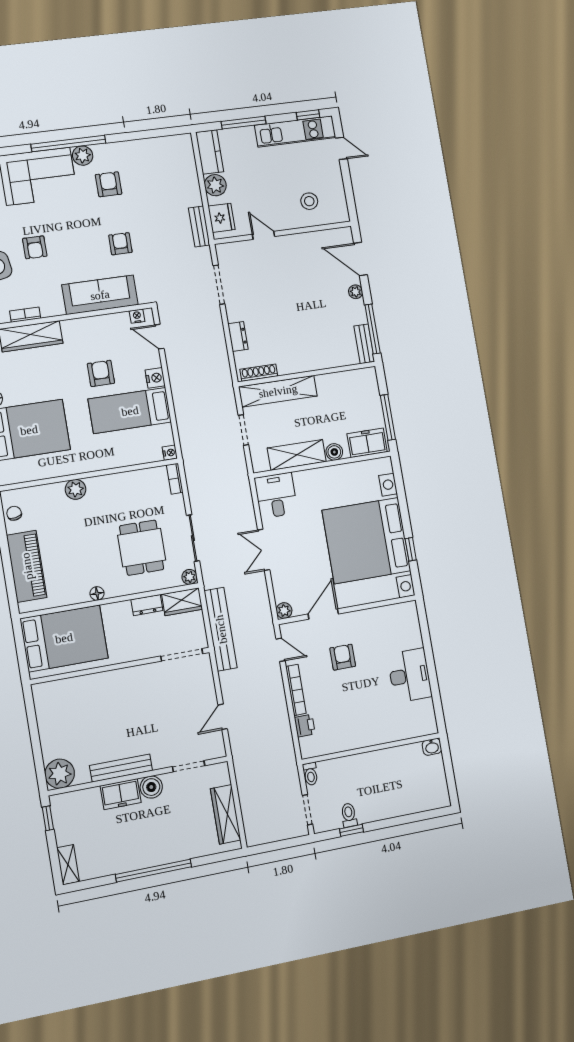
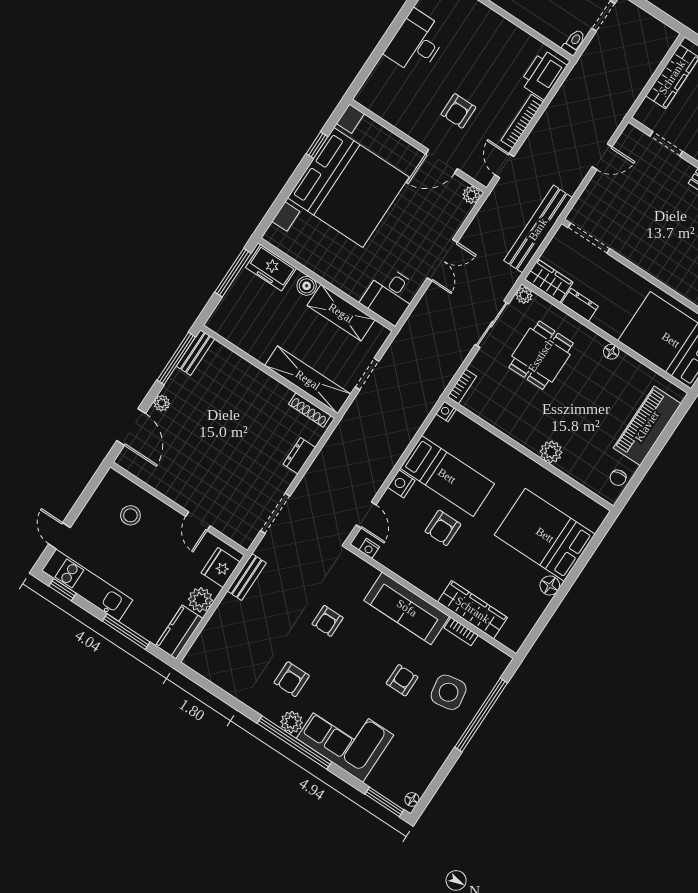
sofa: (100, 295) -> (407, 608), moved
printer: (305, 726) -> (543, 75), width x1.87, depth x1.48

